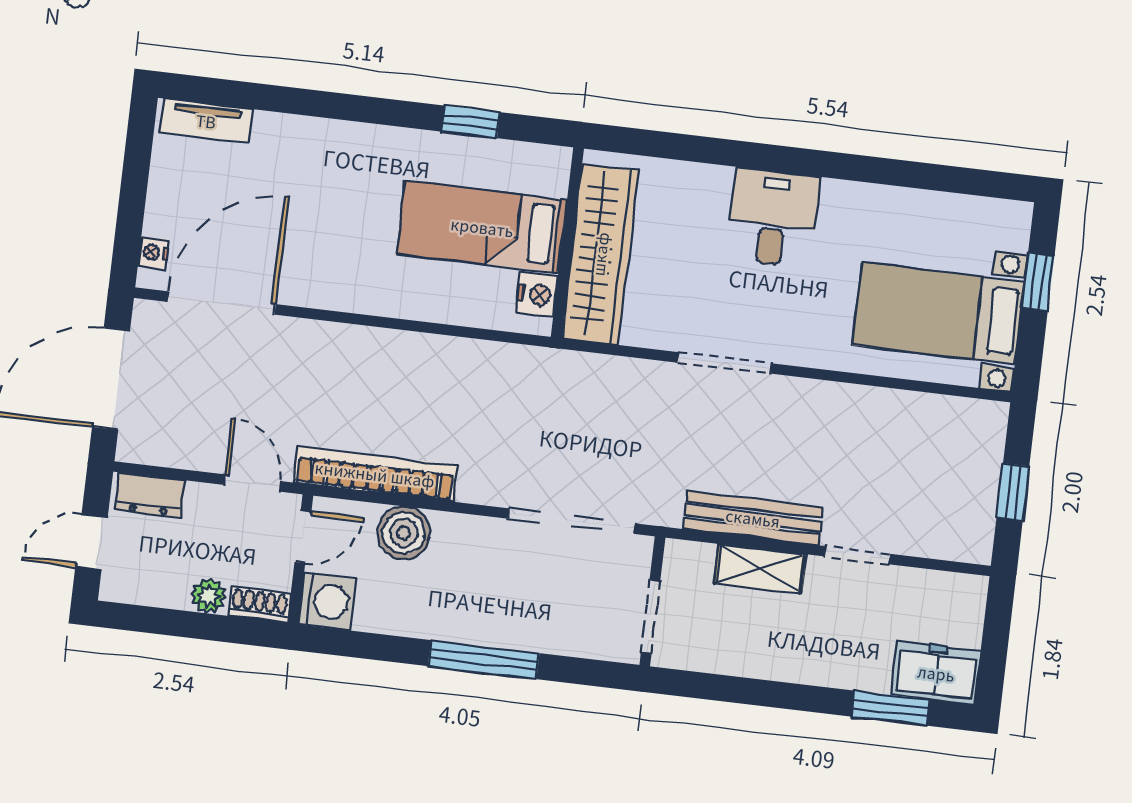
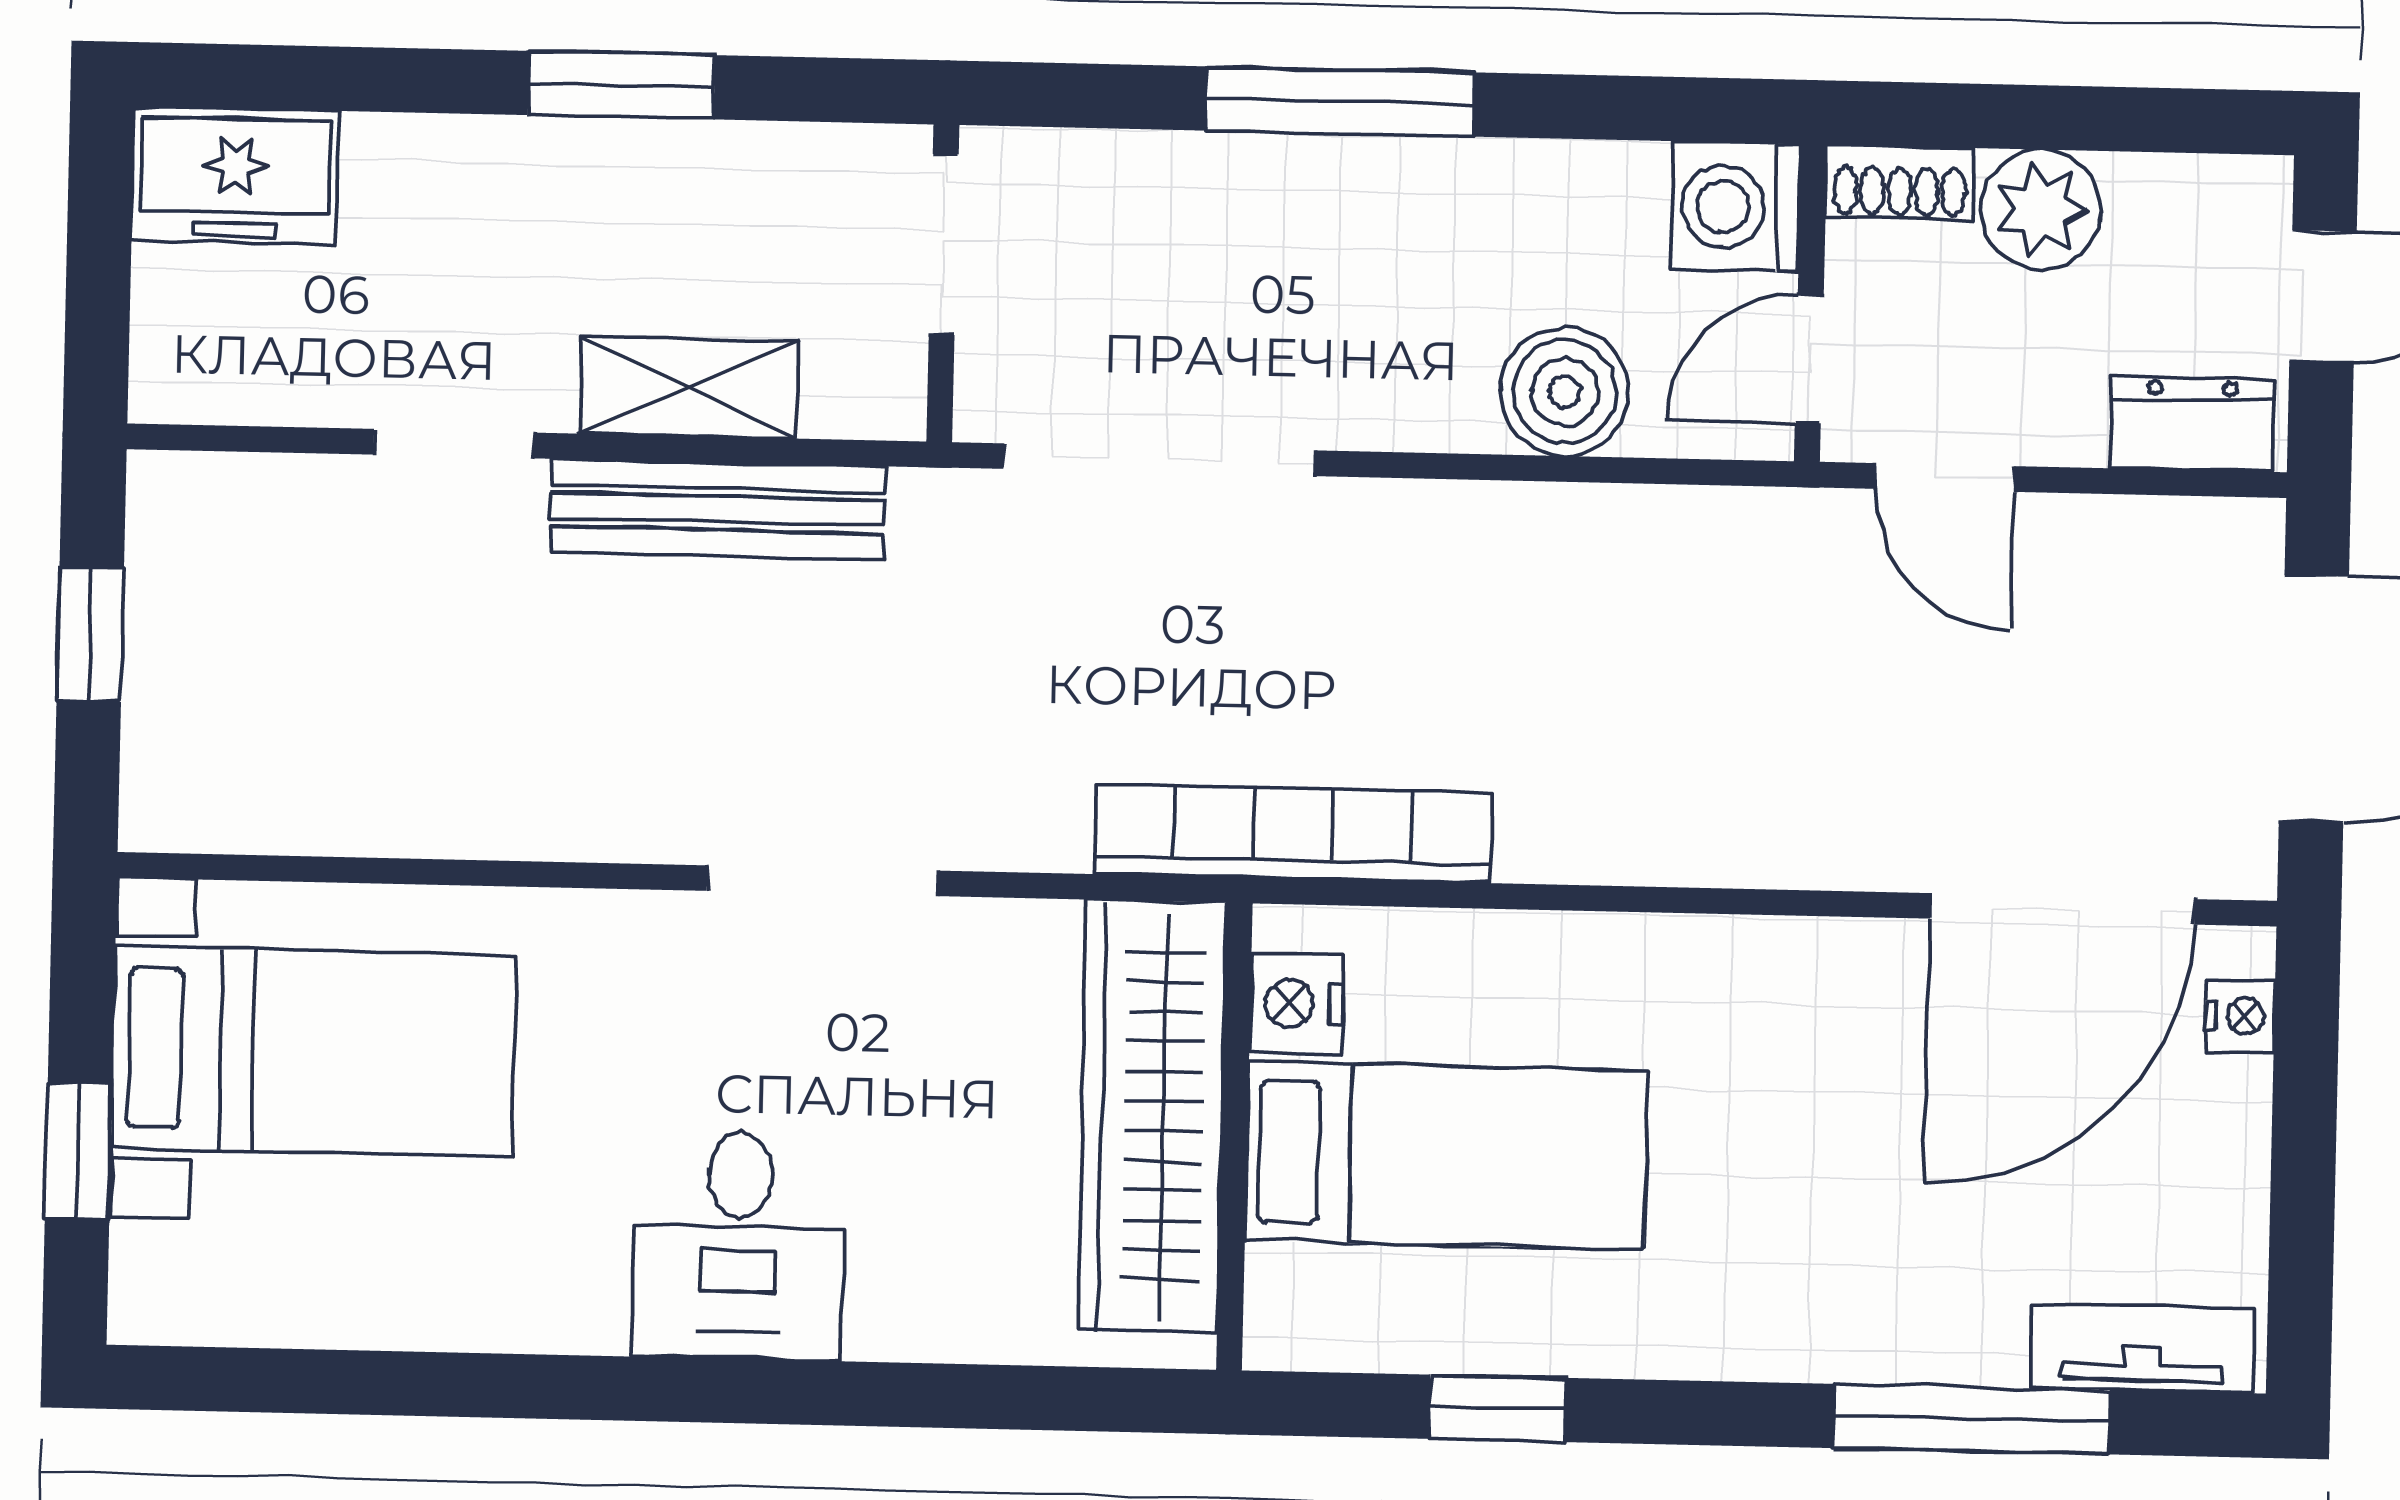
window: (279, 99) -> (1971, 1419), added
bookcase: (375, 474) -> (1293, 834), moved, turned 180
plant: (209, 596) -> (2041, 210), width x1.38, depth x1.38
window: (891, 708) -> (621, 85), moved

